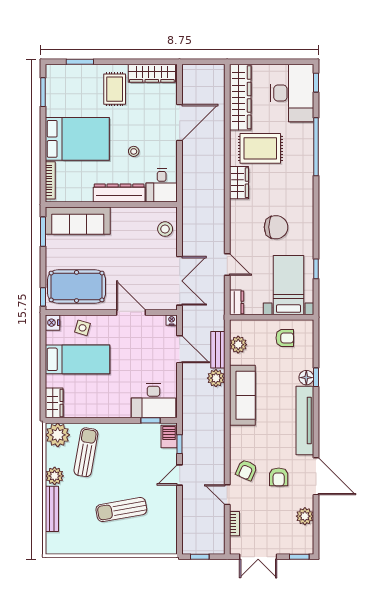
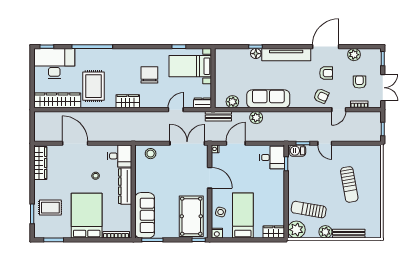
rug: (115, 89) -> (50, 208), moved
wardrobe: (239, 183) -> (128, 101), moved
door: (131, 312) -> (210, 178), swing flipped
armchair: (285, 338) -> (359, 82), moved
bench: (218, 350) -> (218, 116), moved
desk: (153, 401) -> (272, 158), width x0.73

